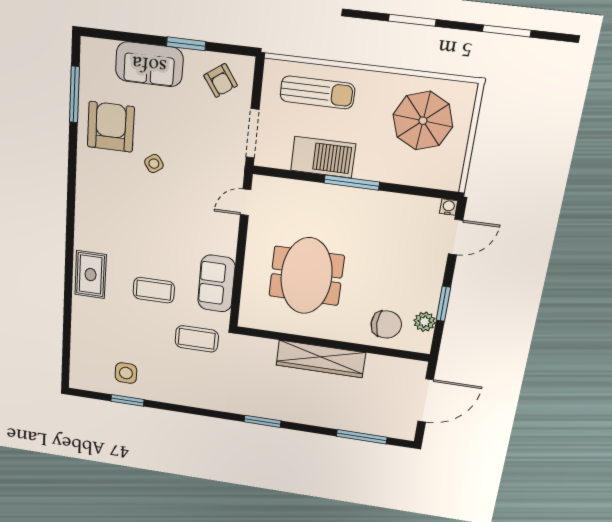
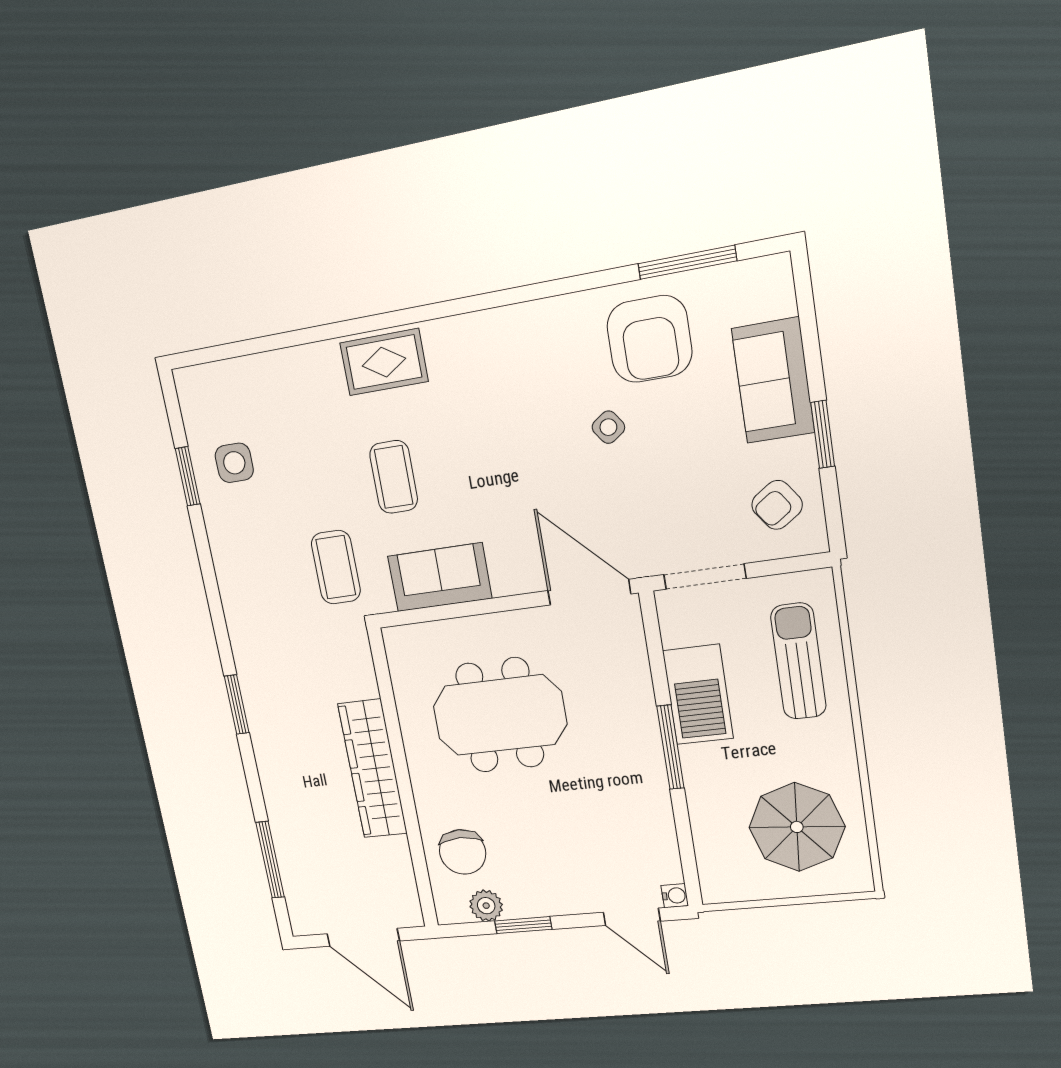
sun lounger: (317, 92) -> (798, 661), turned 180
armchair: (111, 127) -> (649, 339), turned 90
door: (246, 202) -> (589, 592), width x1.88

